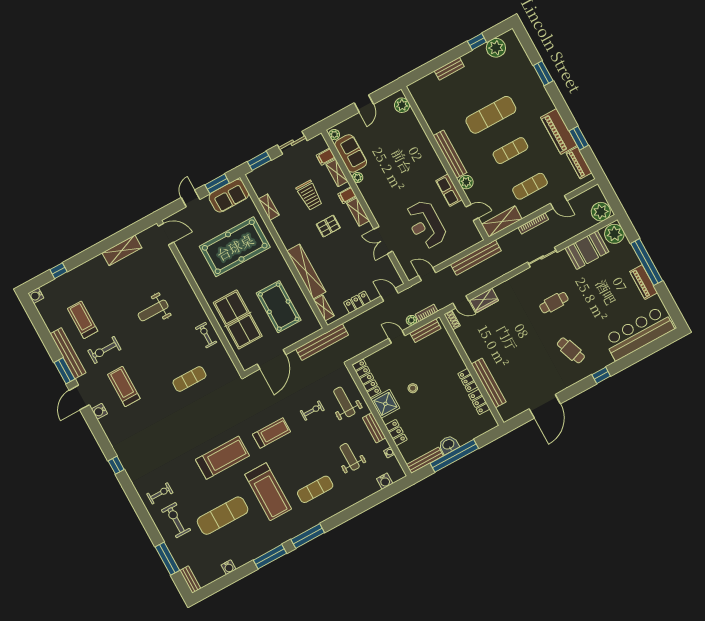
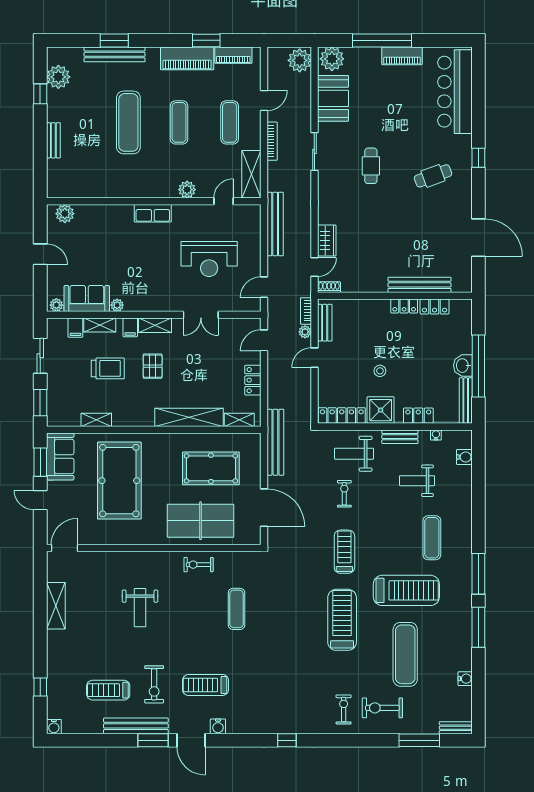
bench: (450, 154) -> (115, 54), moved
row of seats: (449, 190) -> (153, 213), moved

